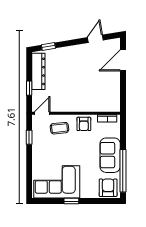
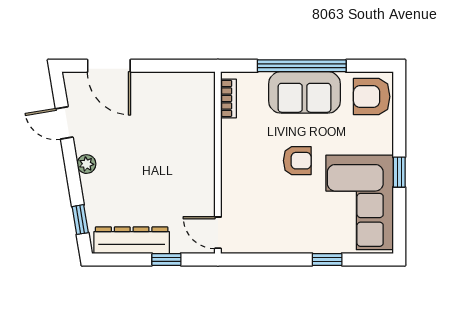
plant: (75, 50) -> (86, 164), added
armchair: (84, 124) -> (297, 161), moved
coffee table: (59, 128) -> (249, 197), removed
window: (29, 137) -> (327, 259), moved
window: (123, 171) -> (302, 66), moved

